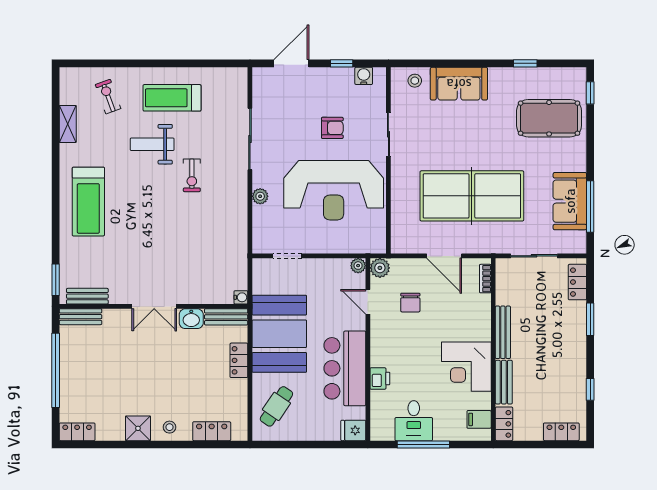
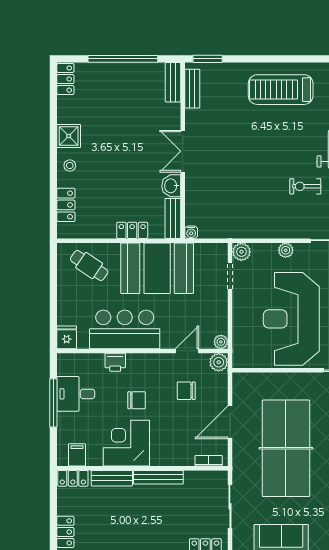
plant: (262, 243) -> (241, 252), added
chair: (420, 356) -> (136, 400), added

